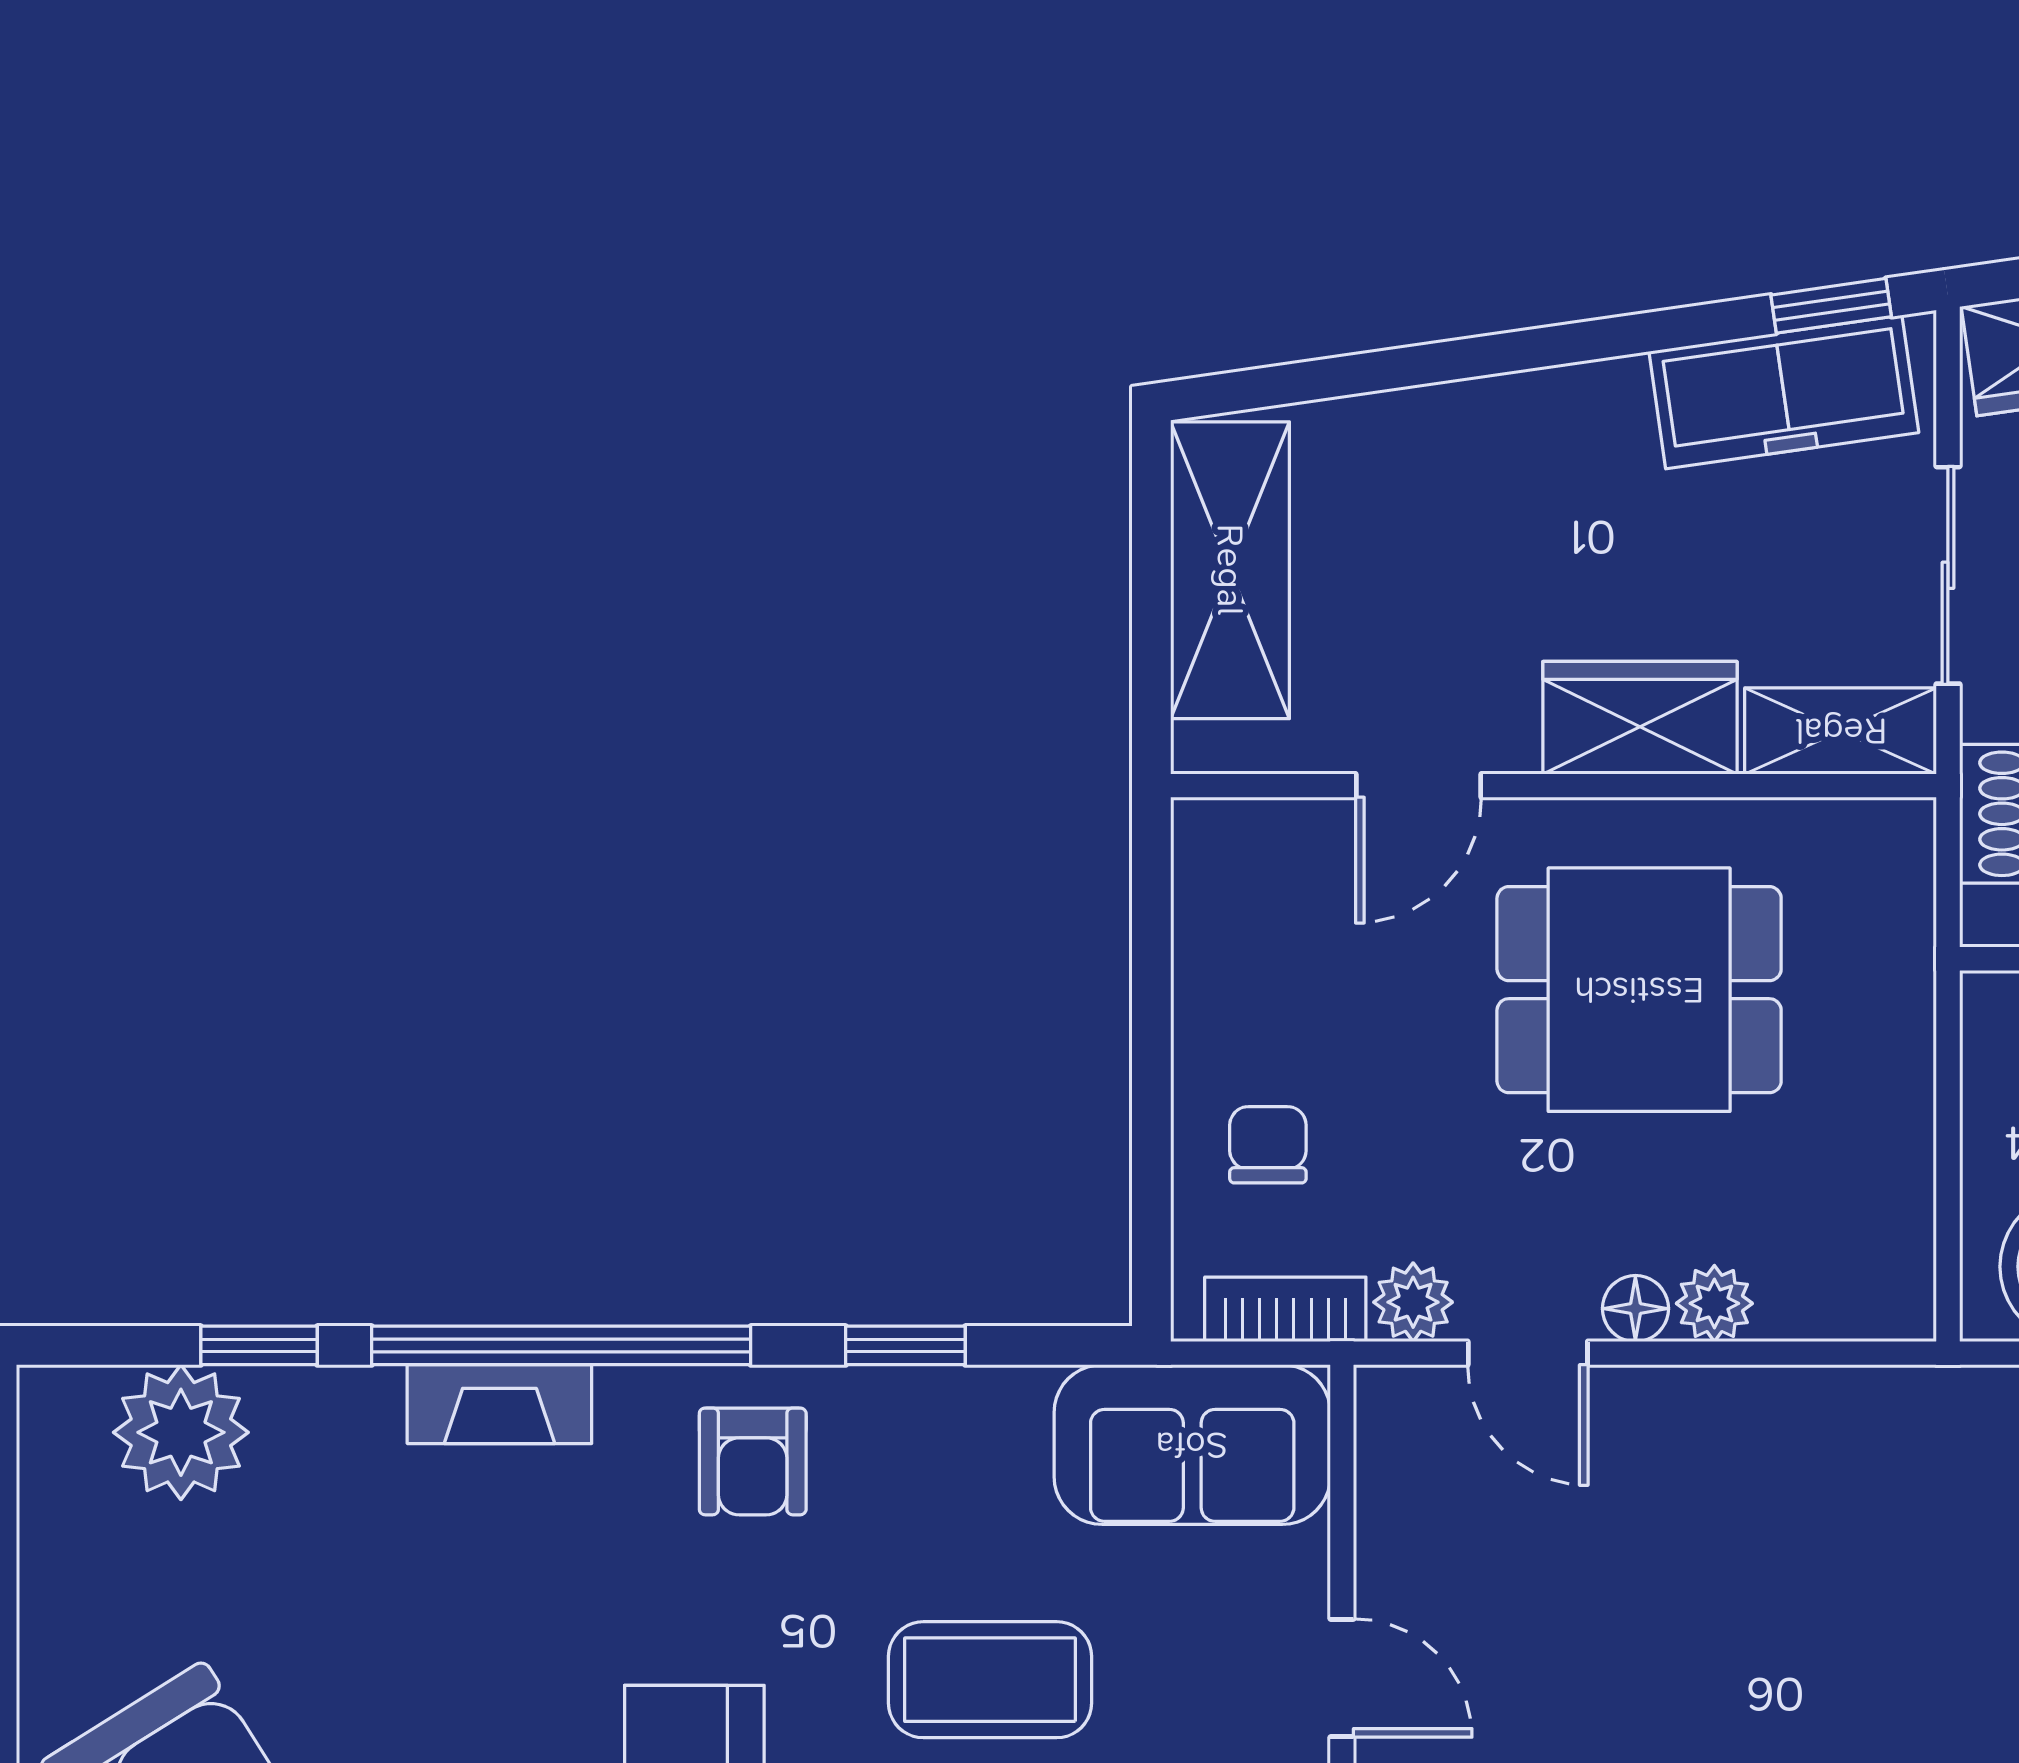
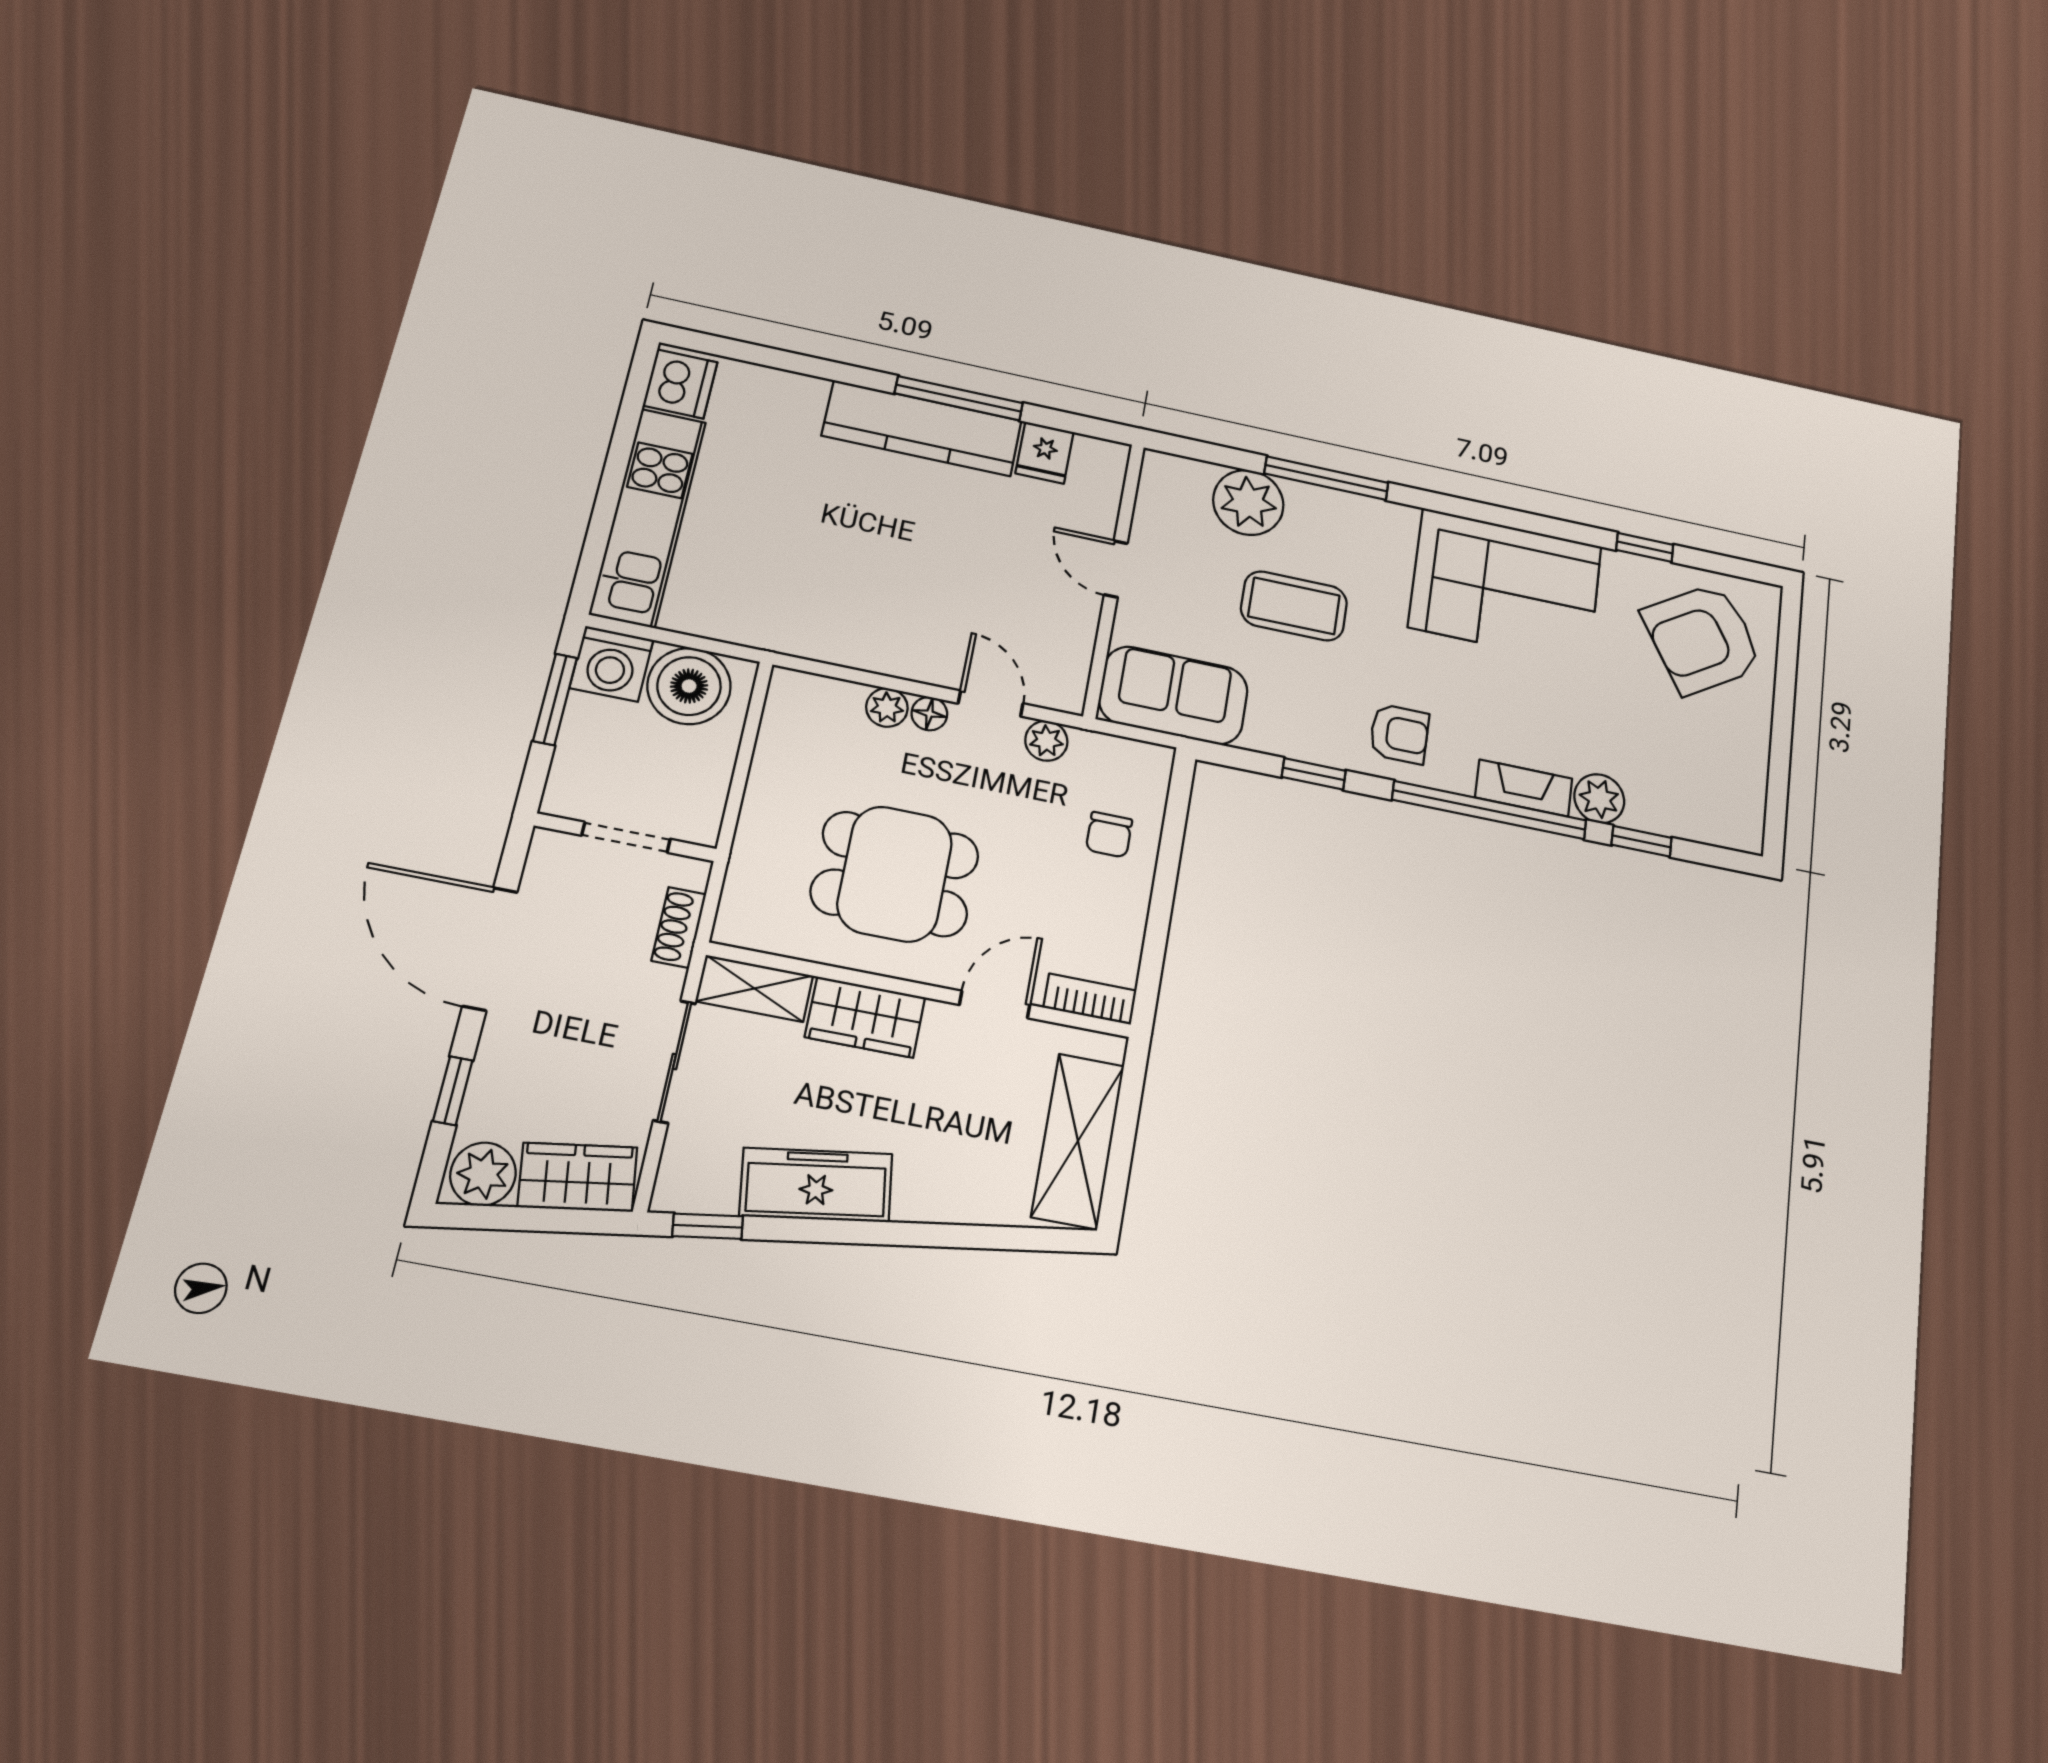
freezer: (1784, 392) -> (816, 1185), moved
bookcase: (1285, 1309) -> (1090, 999), moved, turned 180
plant: (181, 1432) -> (1599, 799), moved, width x0.73, depth x0.73
armchair: (753, 1461) -> (1399, 734), turned 90

